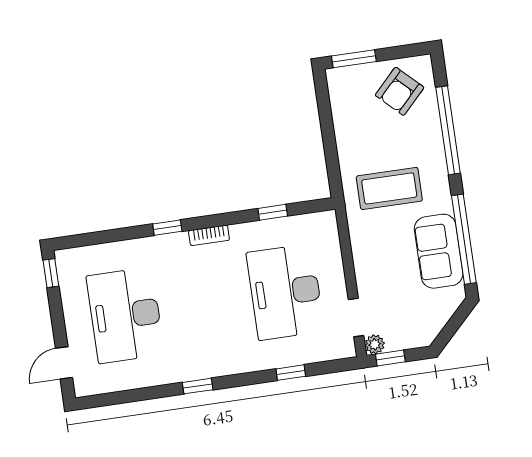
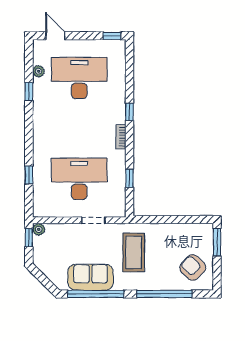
doorway: (356, 318) -> (93, 220), moved
plant: (124, 381) -> (39, 71), added
window: (198, 386) -> (29, 92), moved

